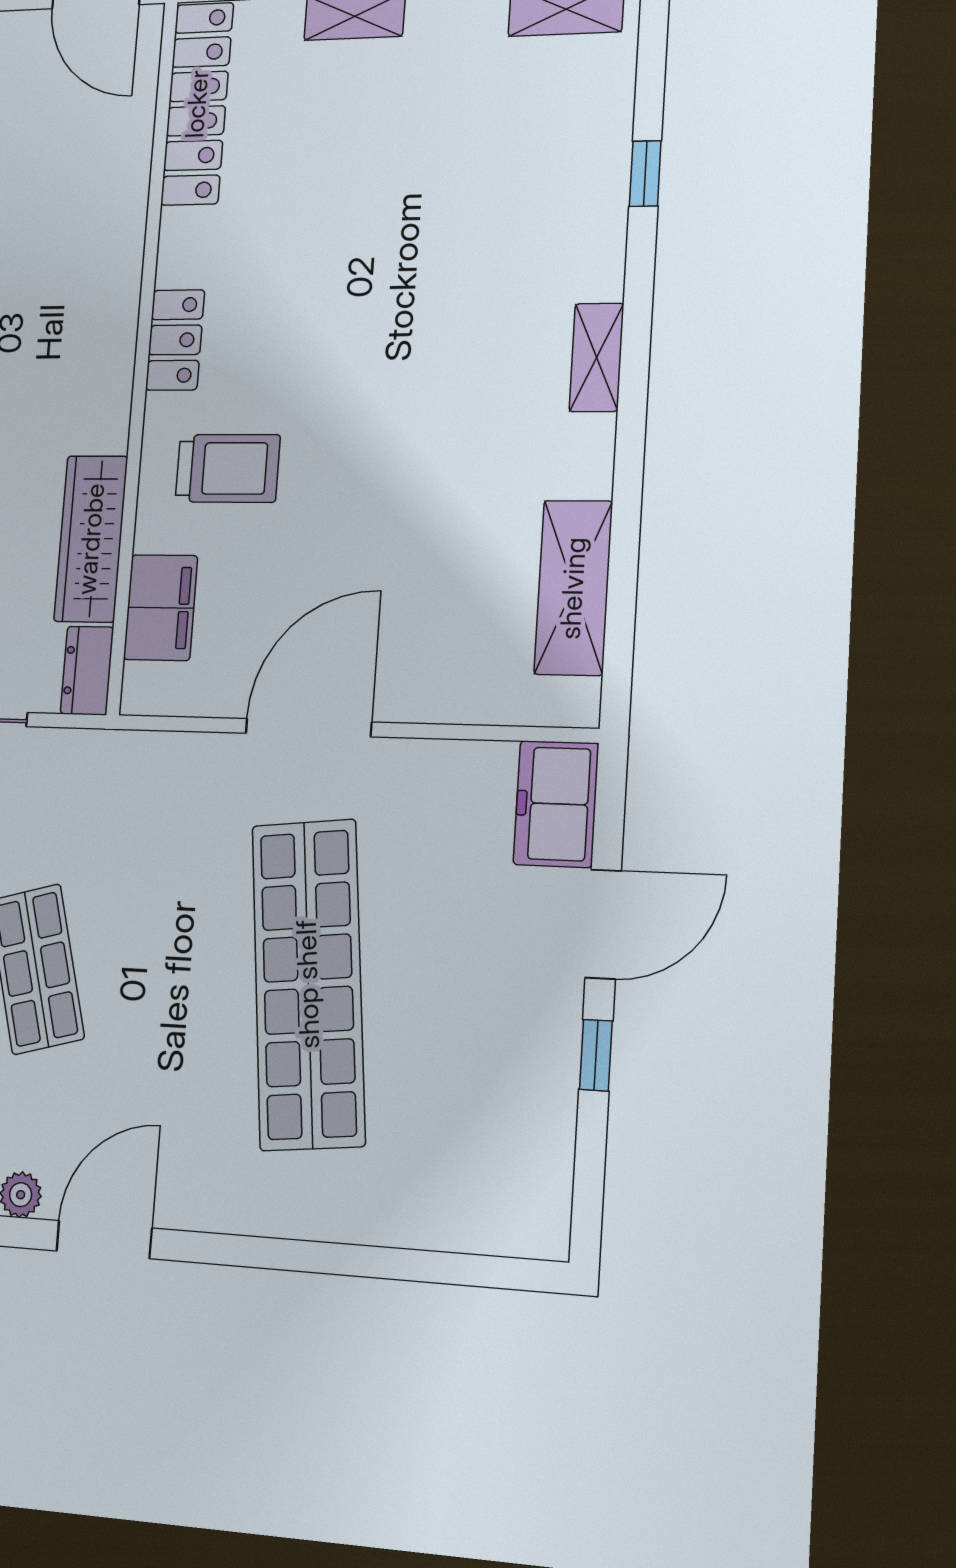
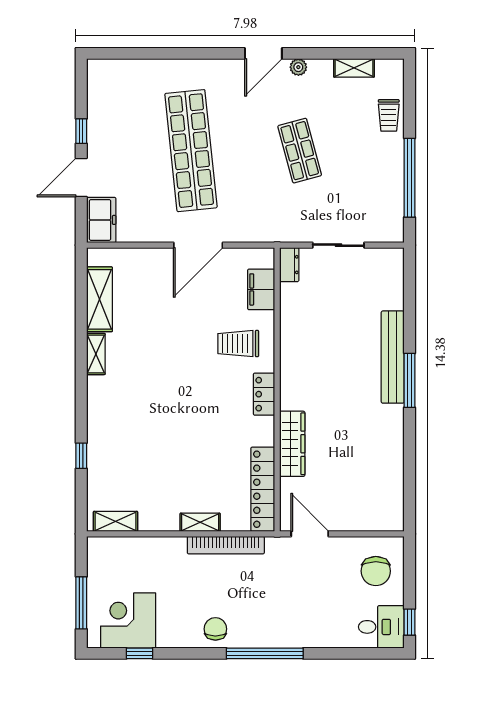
shelving: (596, 357) -> (96, 354), moved
wardrobe: (91, 539) -> (292, 444), moved

